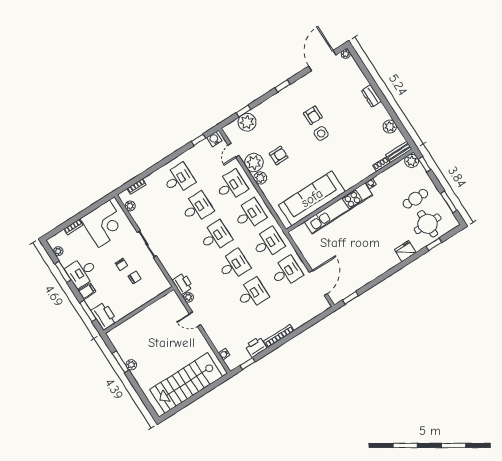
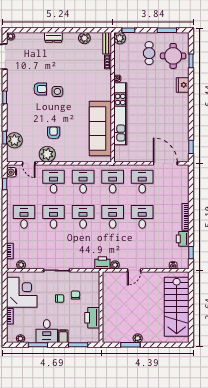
plant: (260, 178) -> (61, 157), removed
printer: (104, 316) -> (92, 318), moved, turned -90

